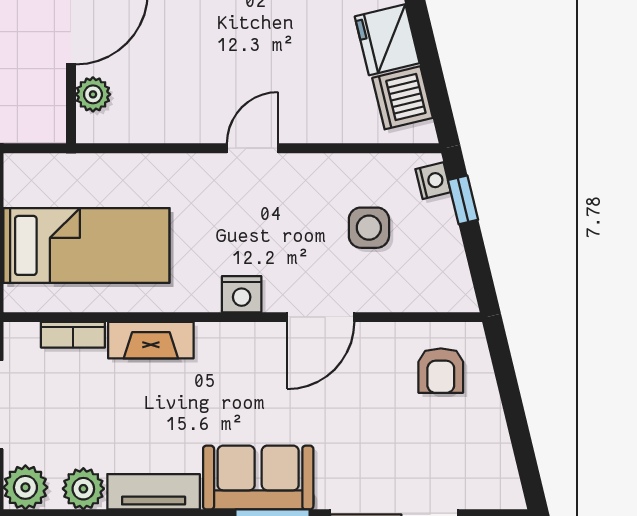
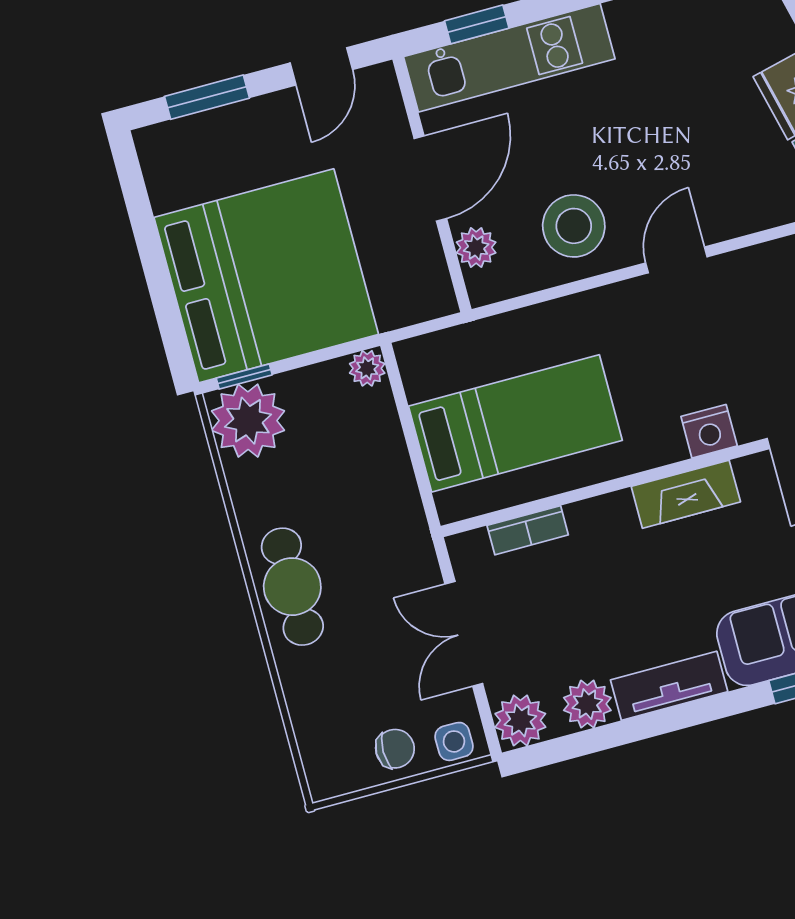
stool: (177, 98) -> (574, 226), added
fireplace: (151, 340) -> (686, 494), moved

